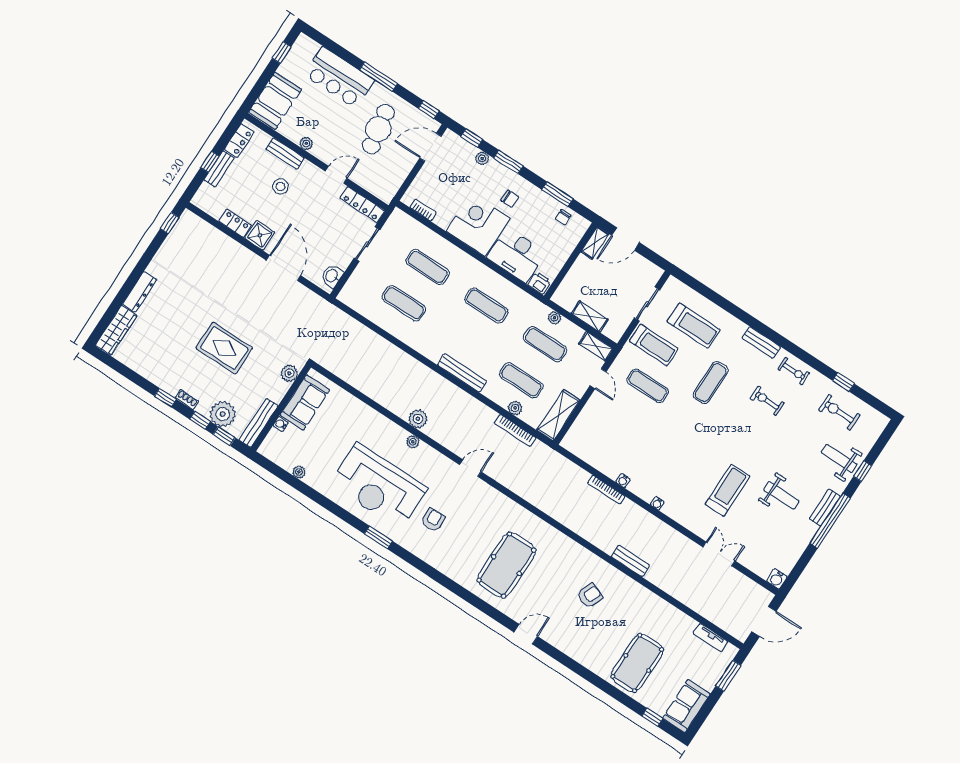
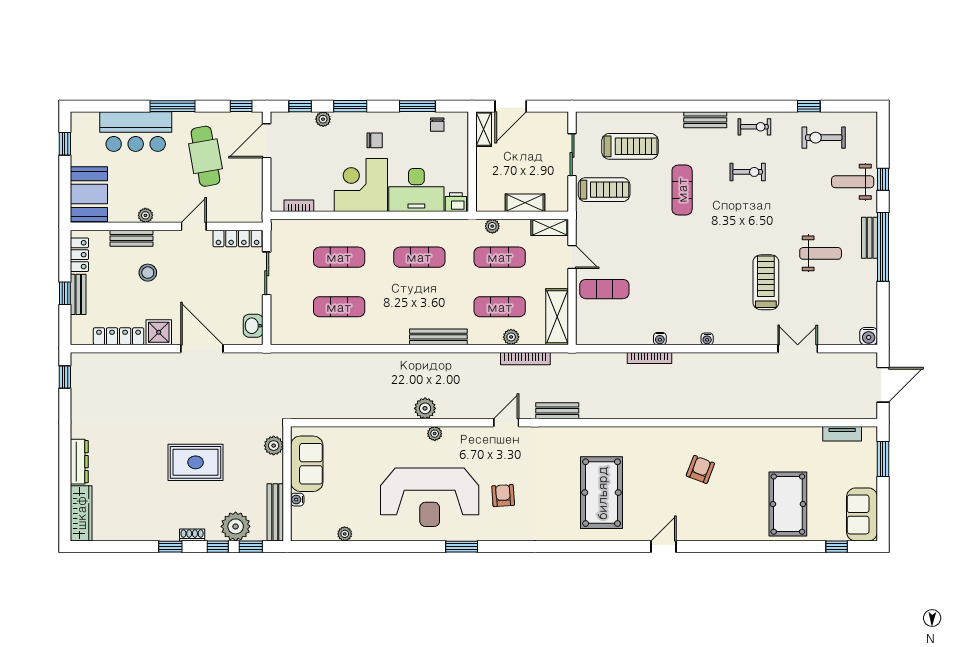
locker: (235, 223) -> (119, 336), width x1.53
exercise mat: (648, 386) -> (604, 289), moved
exercise bike: (767, 401) -> (748, 172), turned 180
bench: (630, 561) -> (557, 411), moved

